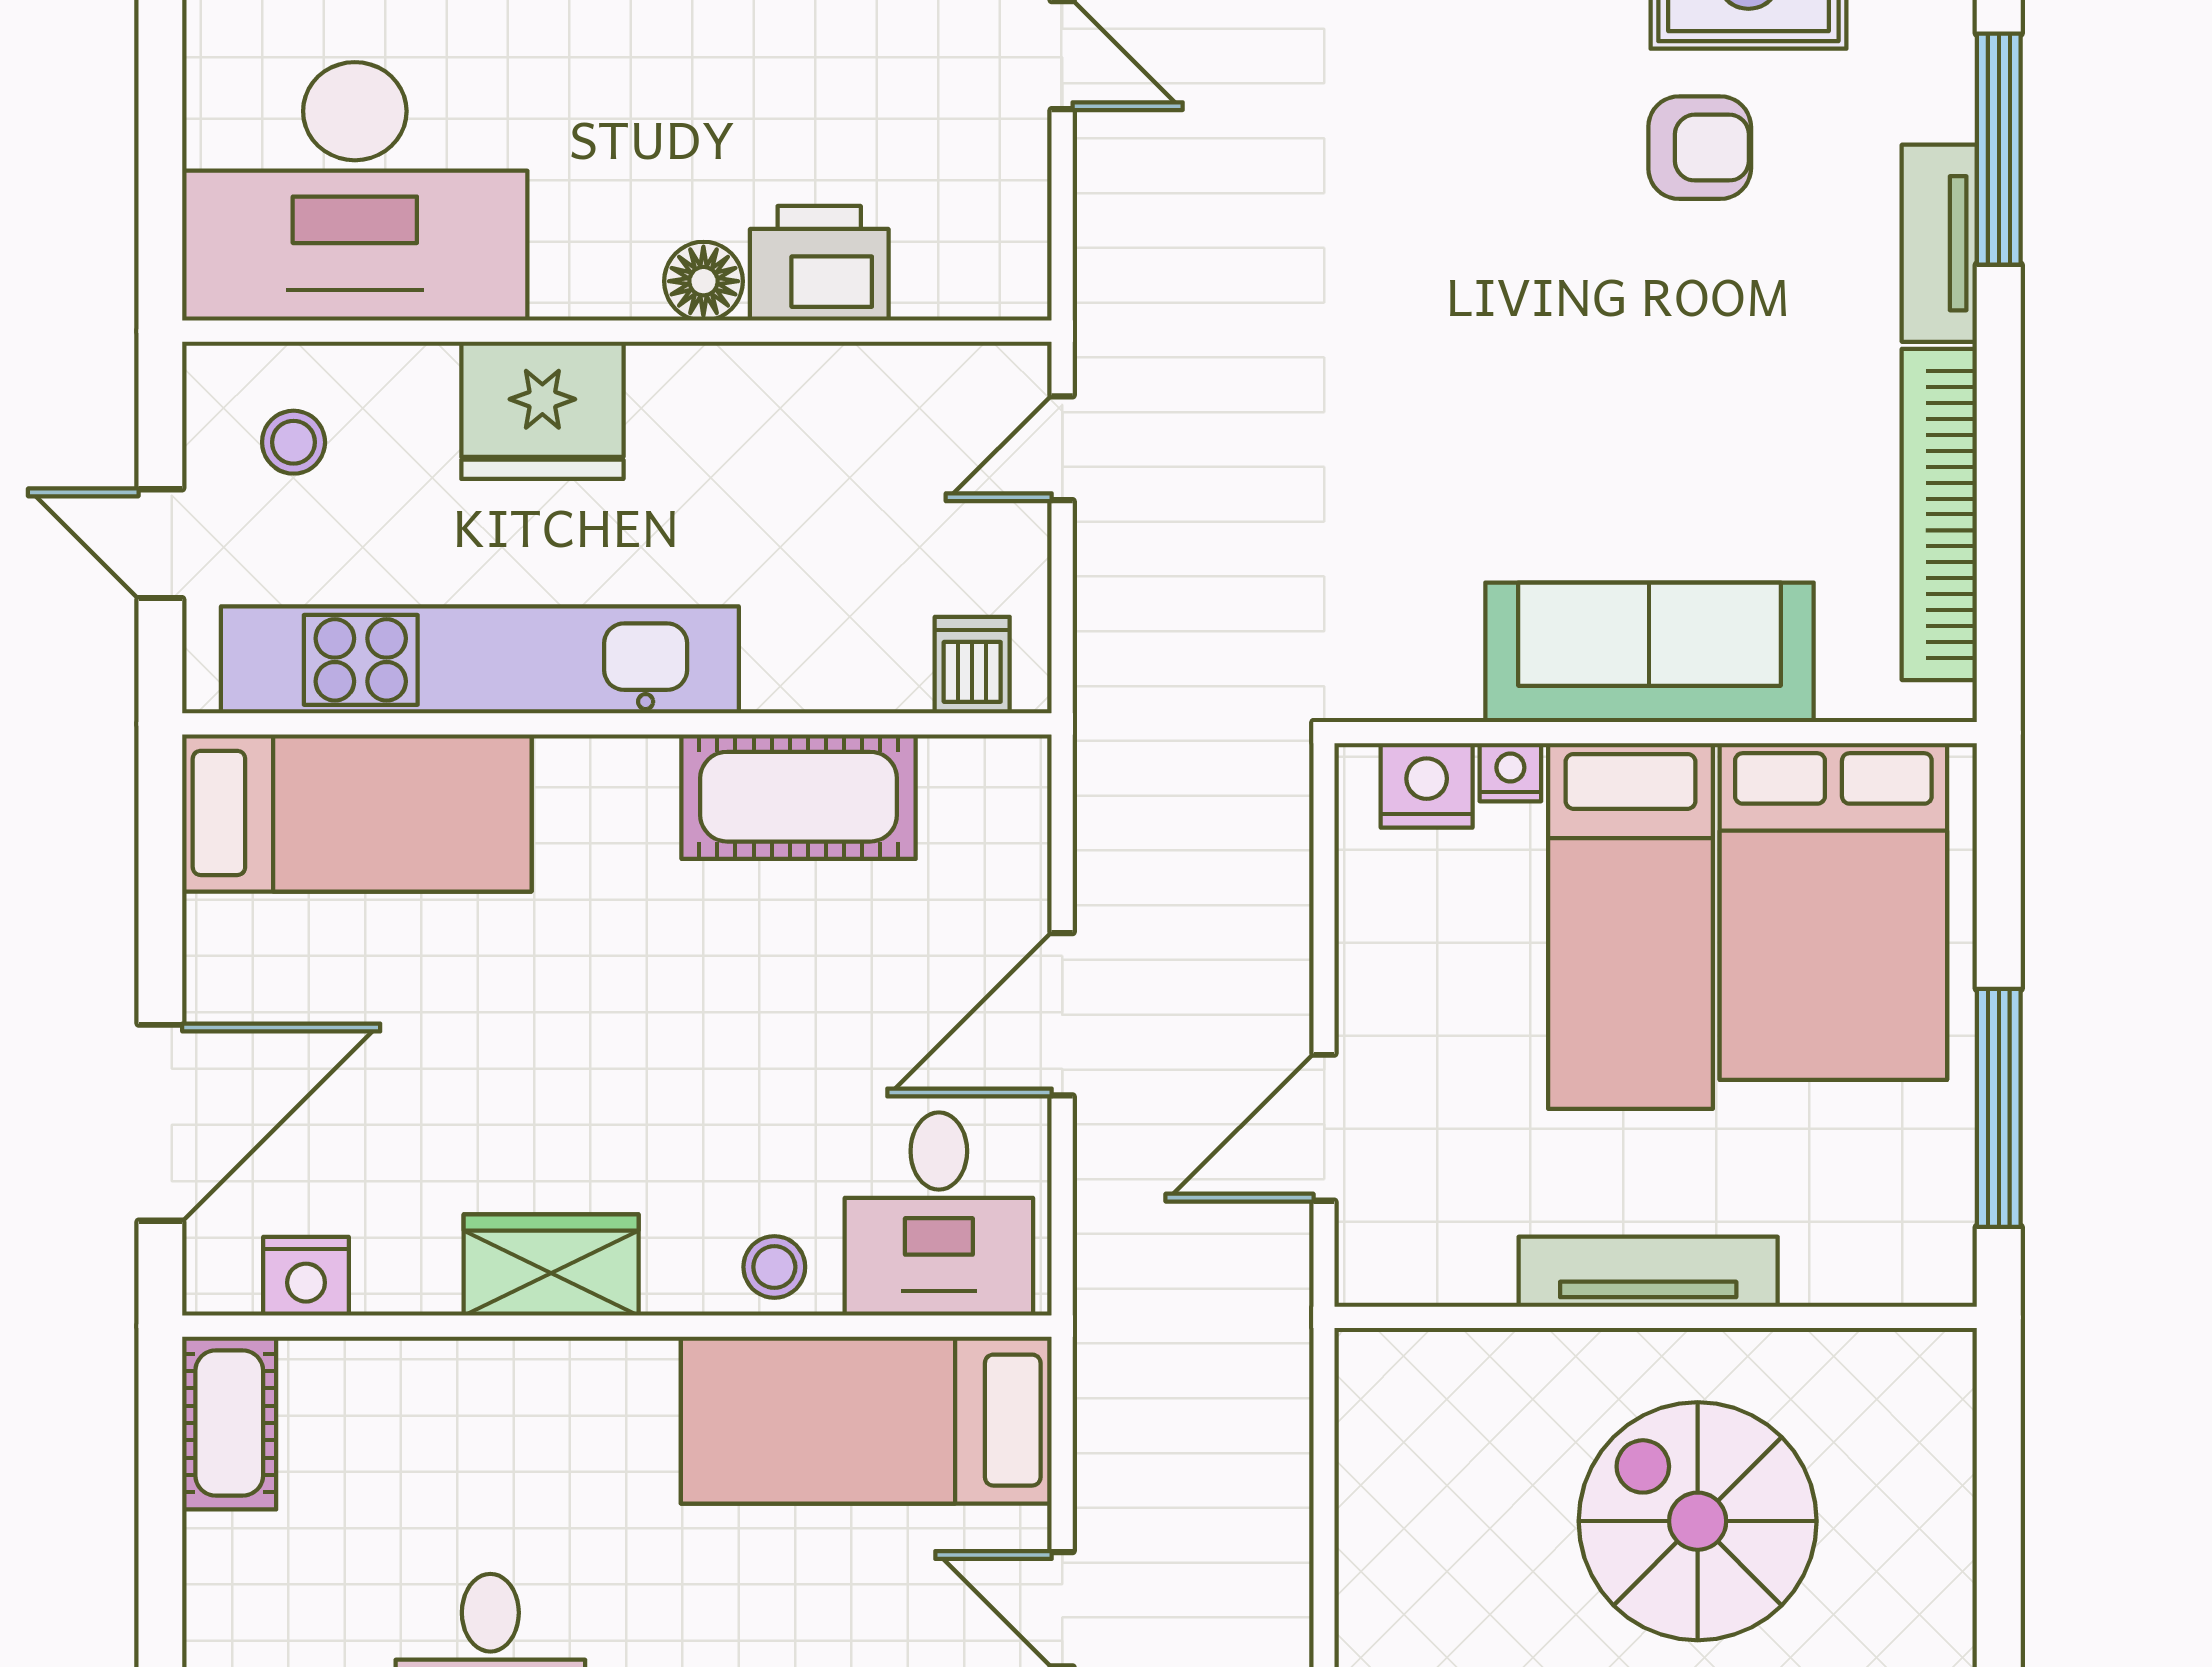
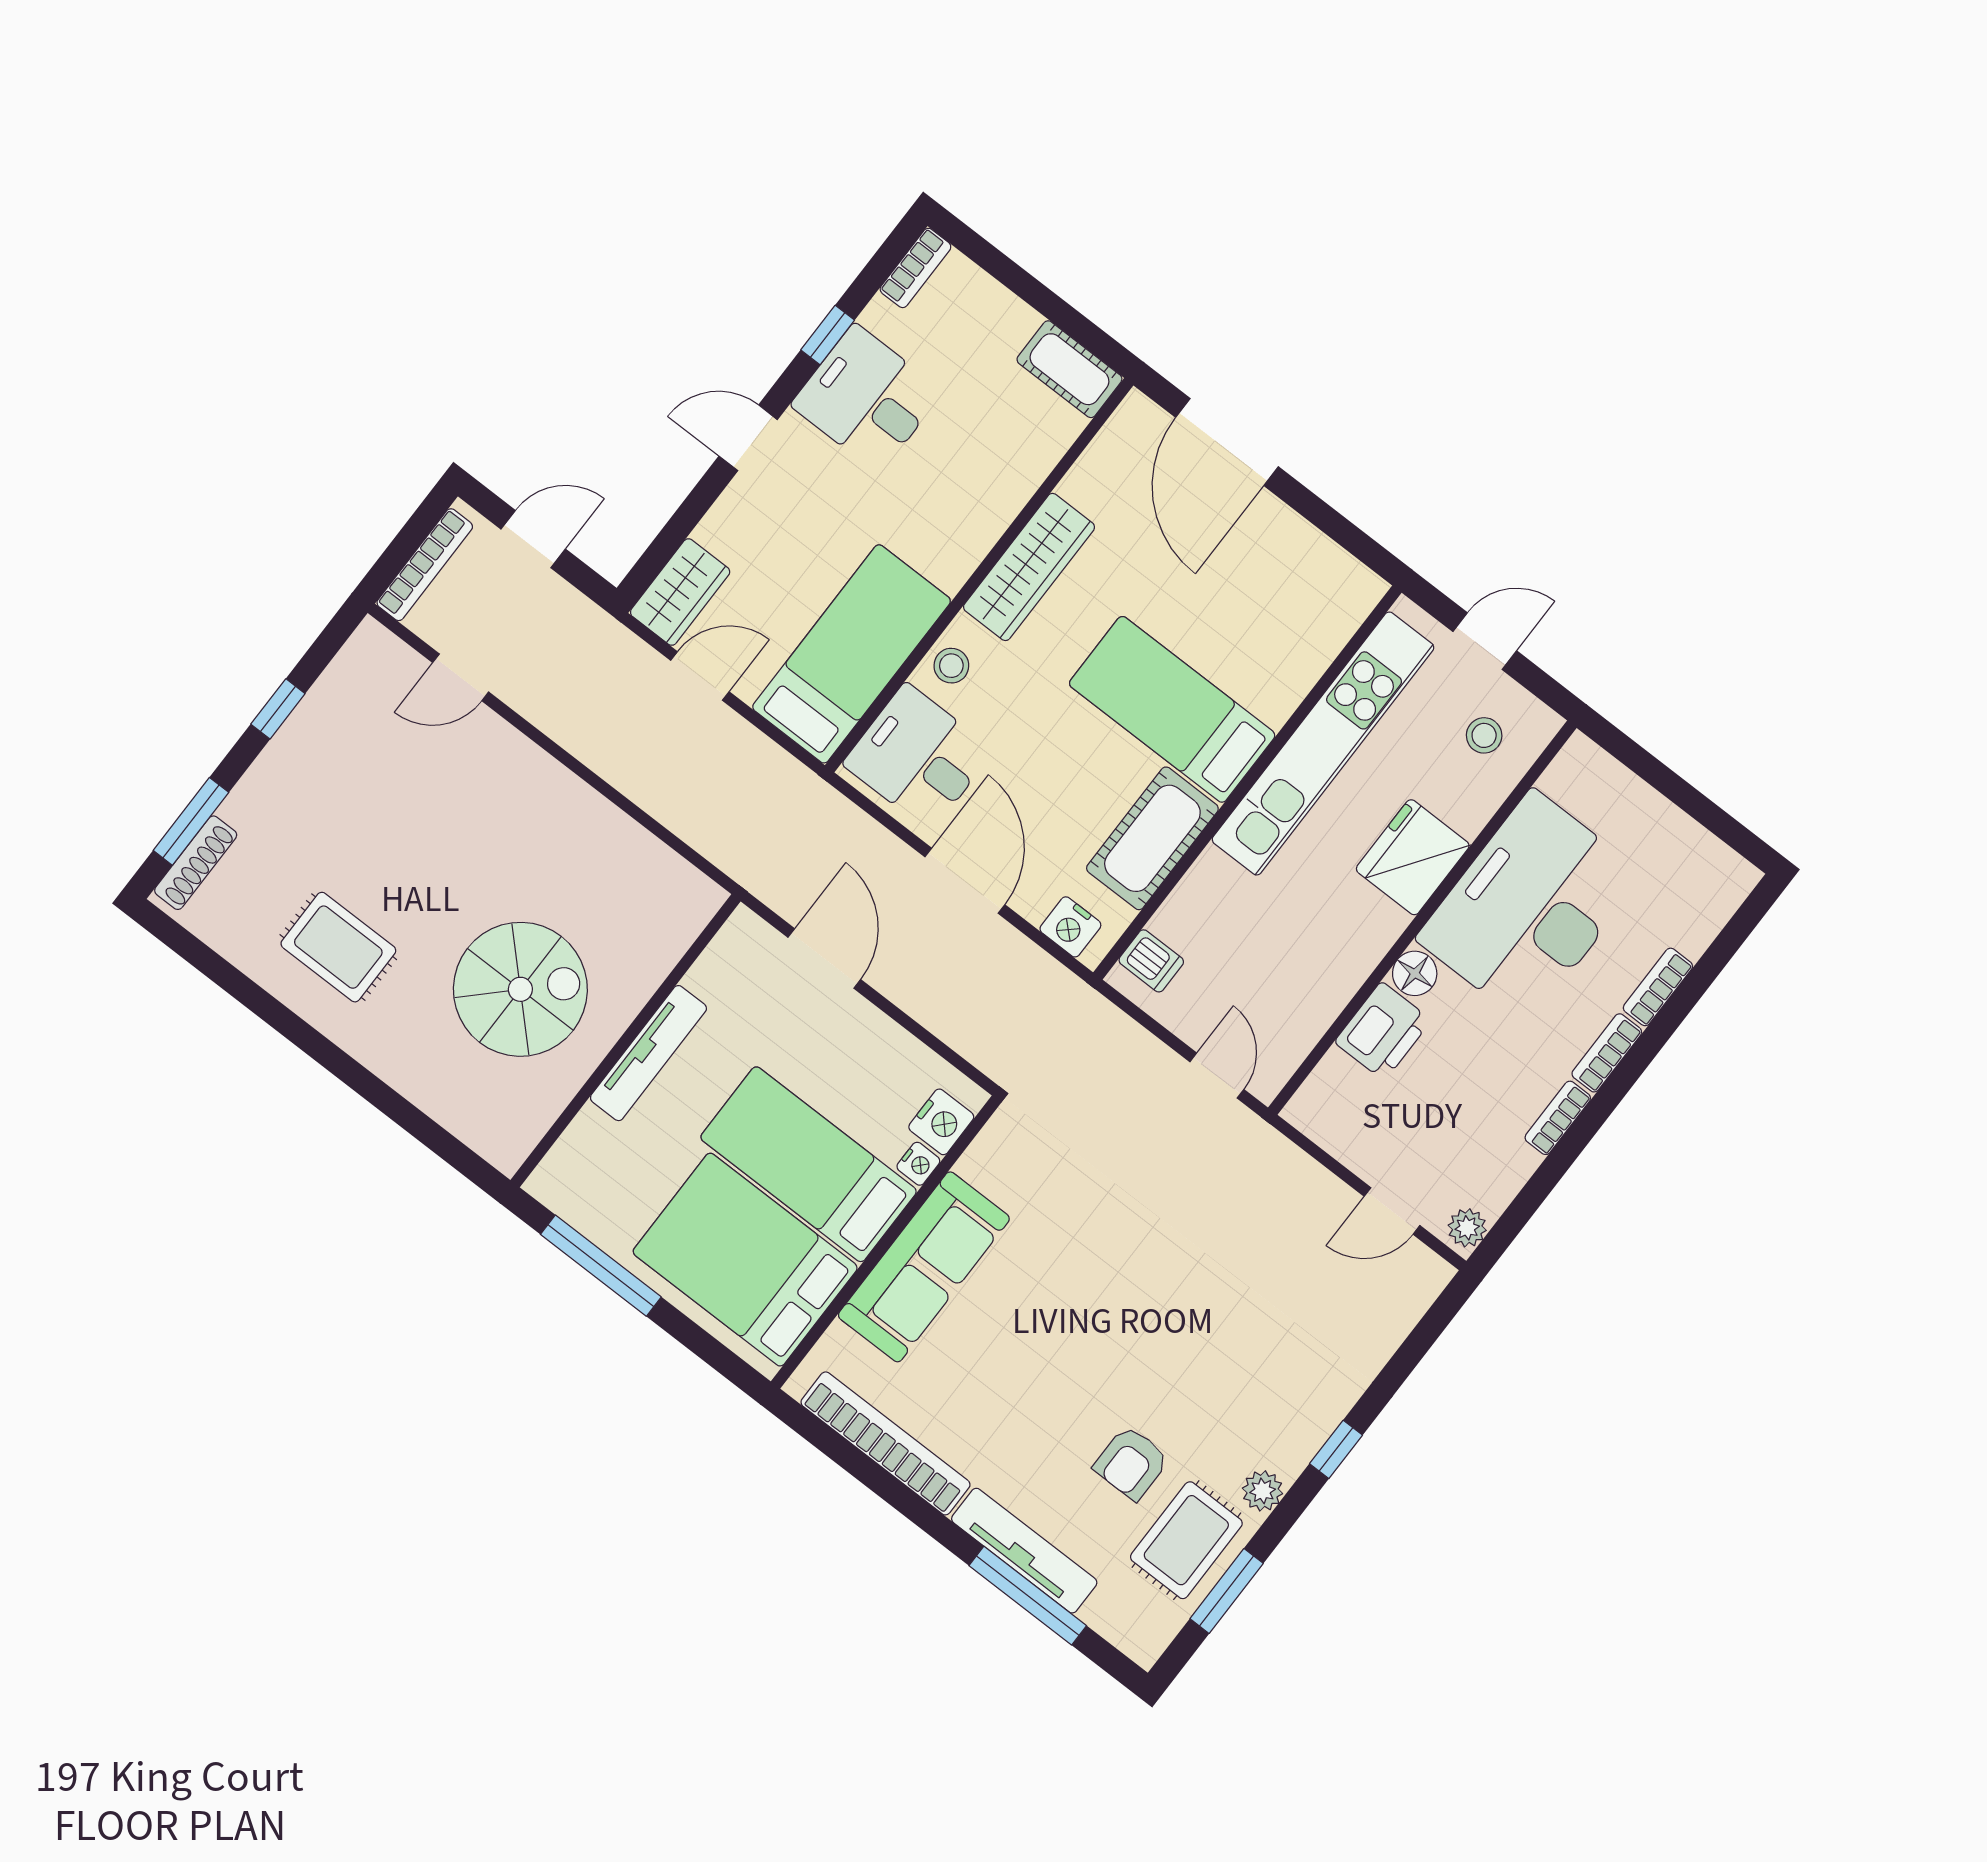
desk: (355, 191) -> (1530, 907), moved
tv unit: (1939, 243) -> (1024, 1551), width x1.41
bed: (357, 813) -> (1172, 709), moved, turned 90
wardrobe: (551, 1265) -> (1029, 567), width x1.50
nightstand: (306, 1276) -> (1070, 927), moved, turned -90

